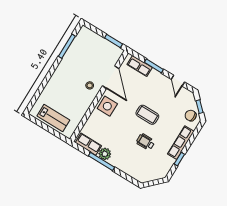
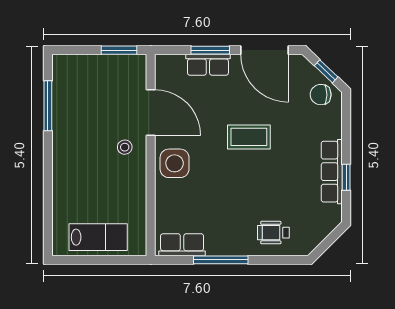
row of seats: (140, 66) -> (208, 65), moved
door: (178, 81) -> (264, 50), width x1.87
wheelchair: (145, 142) -> (273, 233), moved
row of seats: (181, 143) -> (332, 172), moved
plant: (105, 154) -> (219, 244), removed

